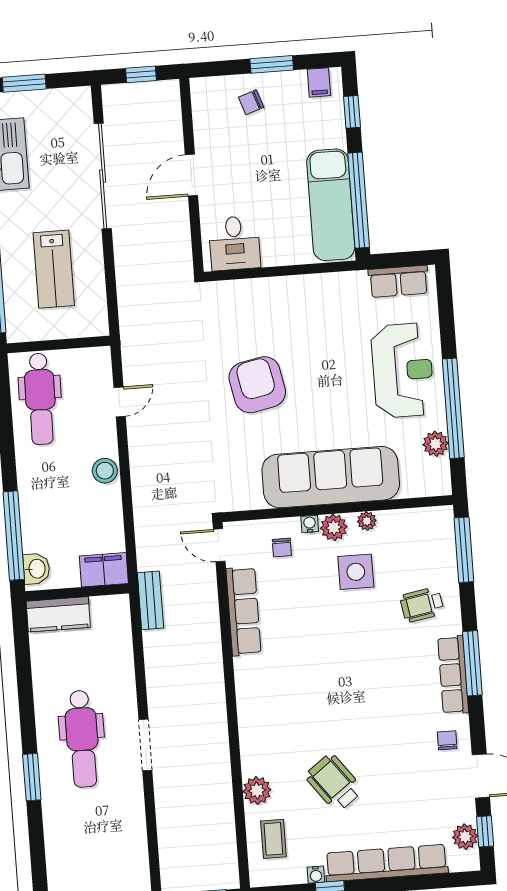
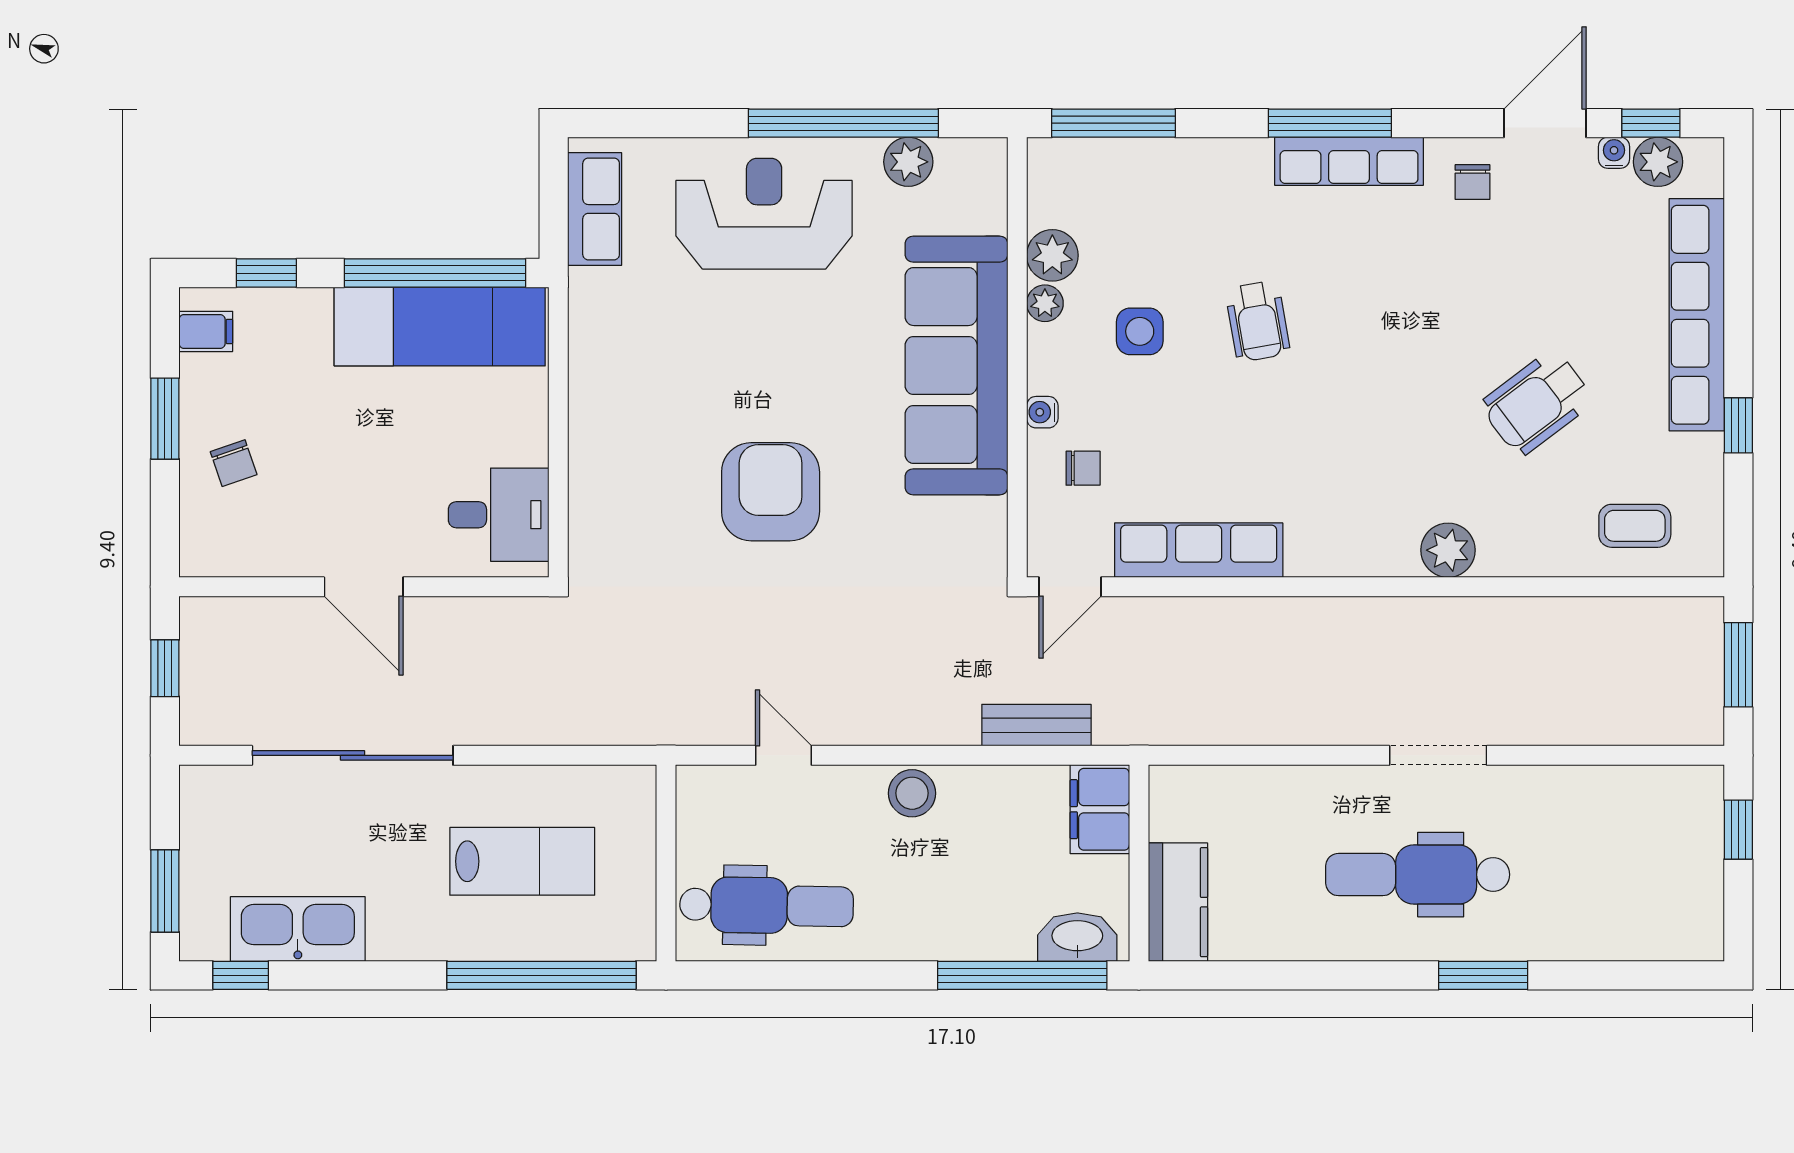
armchair: (257, 385) -> (771, 492), turned 101
plant: (334, 527) -> (1052, 255), moved
washbasin: (36, 569) -> (1077, 937), width x1.38
side table: (356, 572) -> (1140, 331), width x0.73, depth x0.73
bench: (150, 600) -> (1036, 725), moved
wheelchair: (422, 605) -> (1258, 321), moved
dental chair: (82, 739) -> (1418, 875), turned 180
chair: (447, 740) -> (1473, 182), turned -90
plant: (257, 791) -> (1448, 550), moved
water cooler: (316, 875) -> (1614, 153), moved, turned -90

